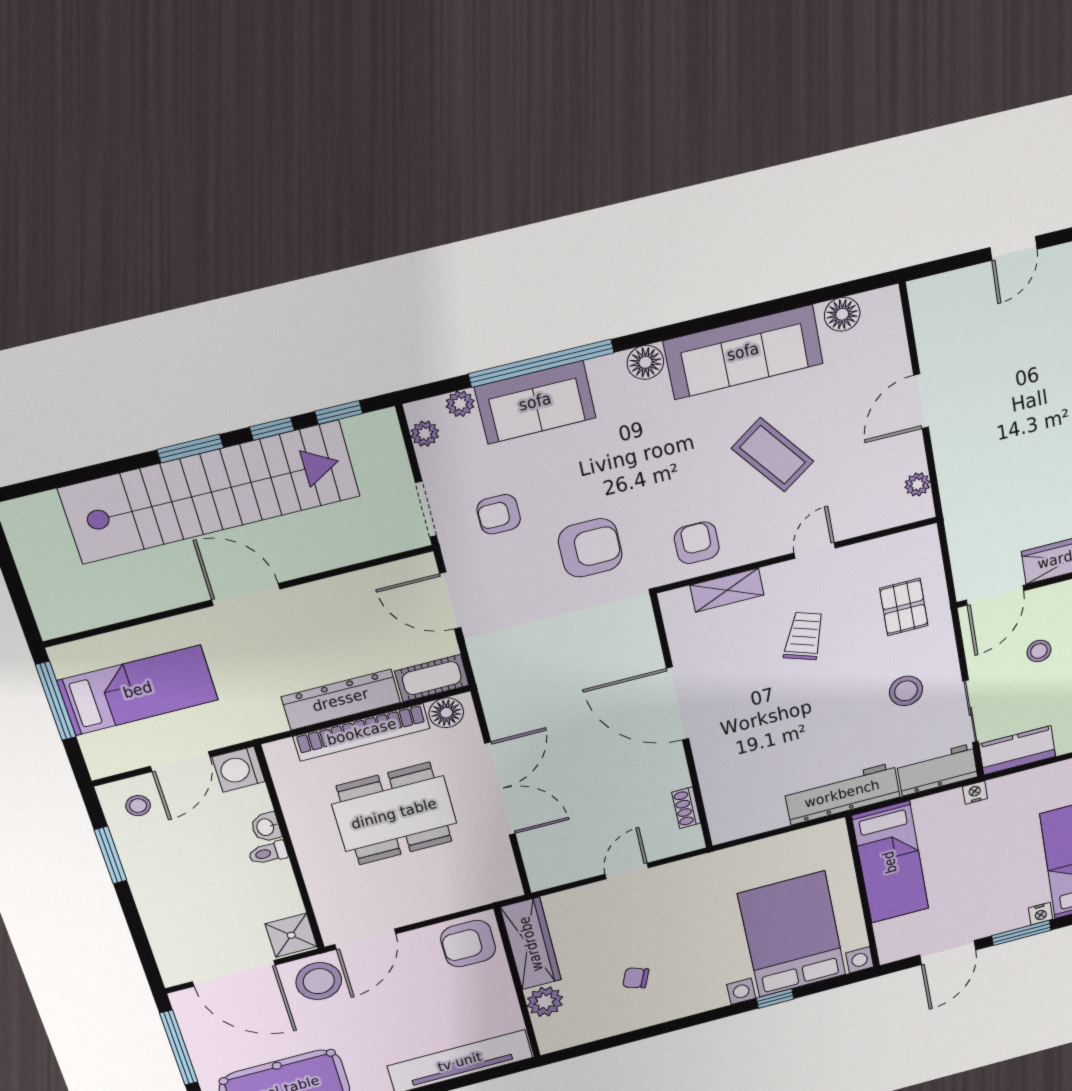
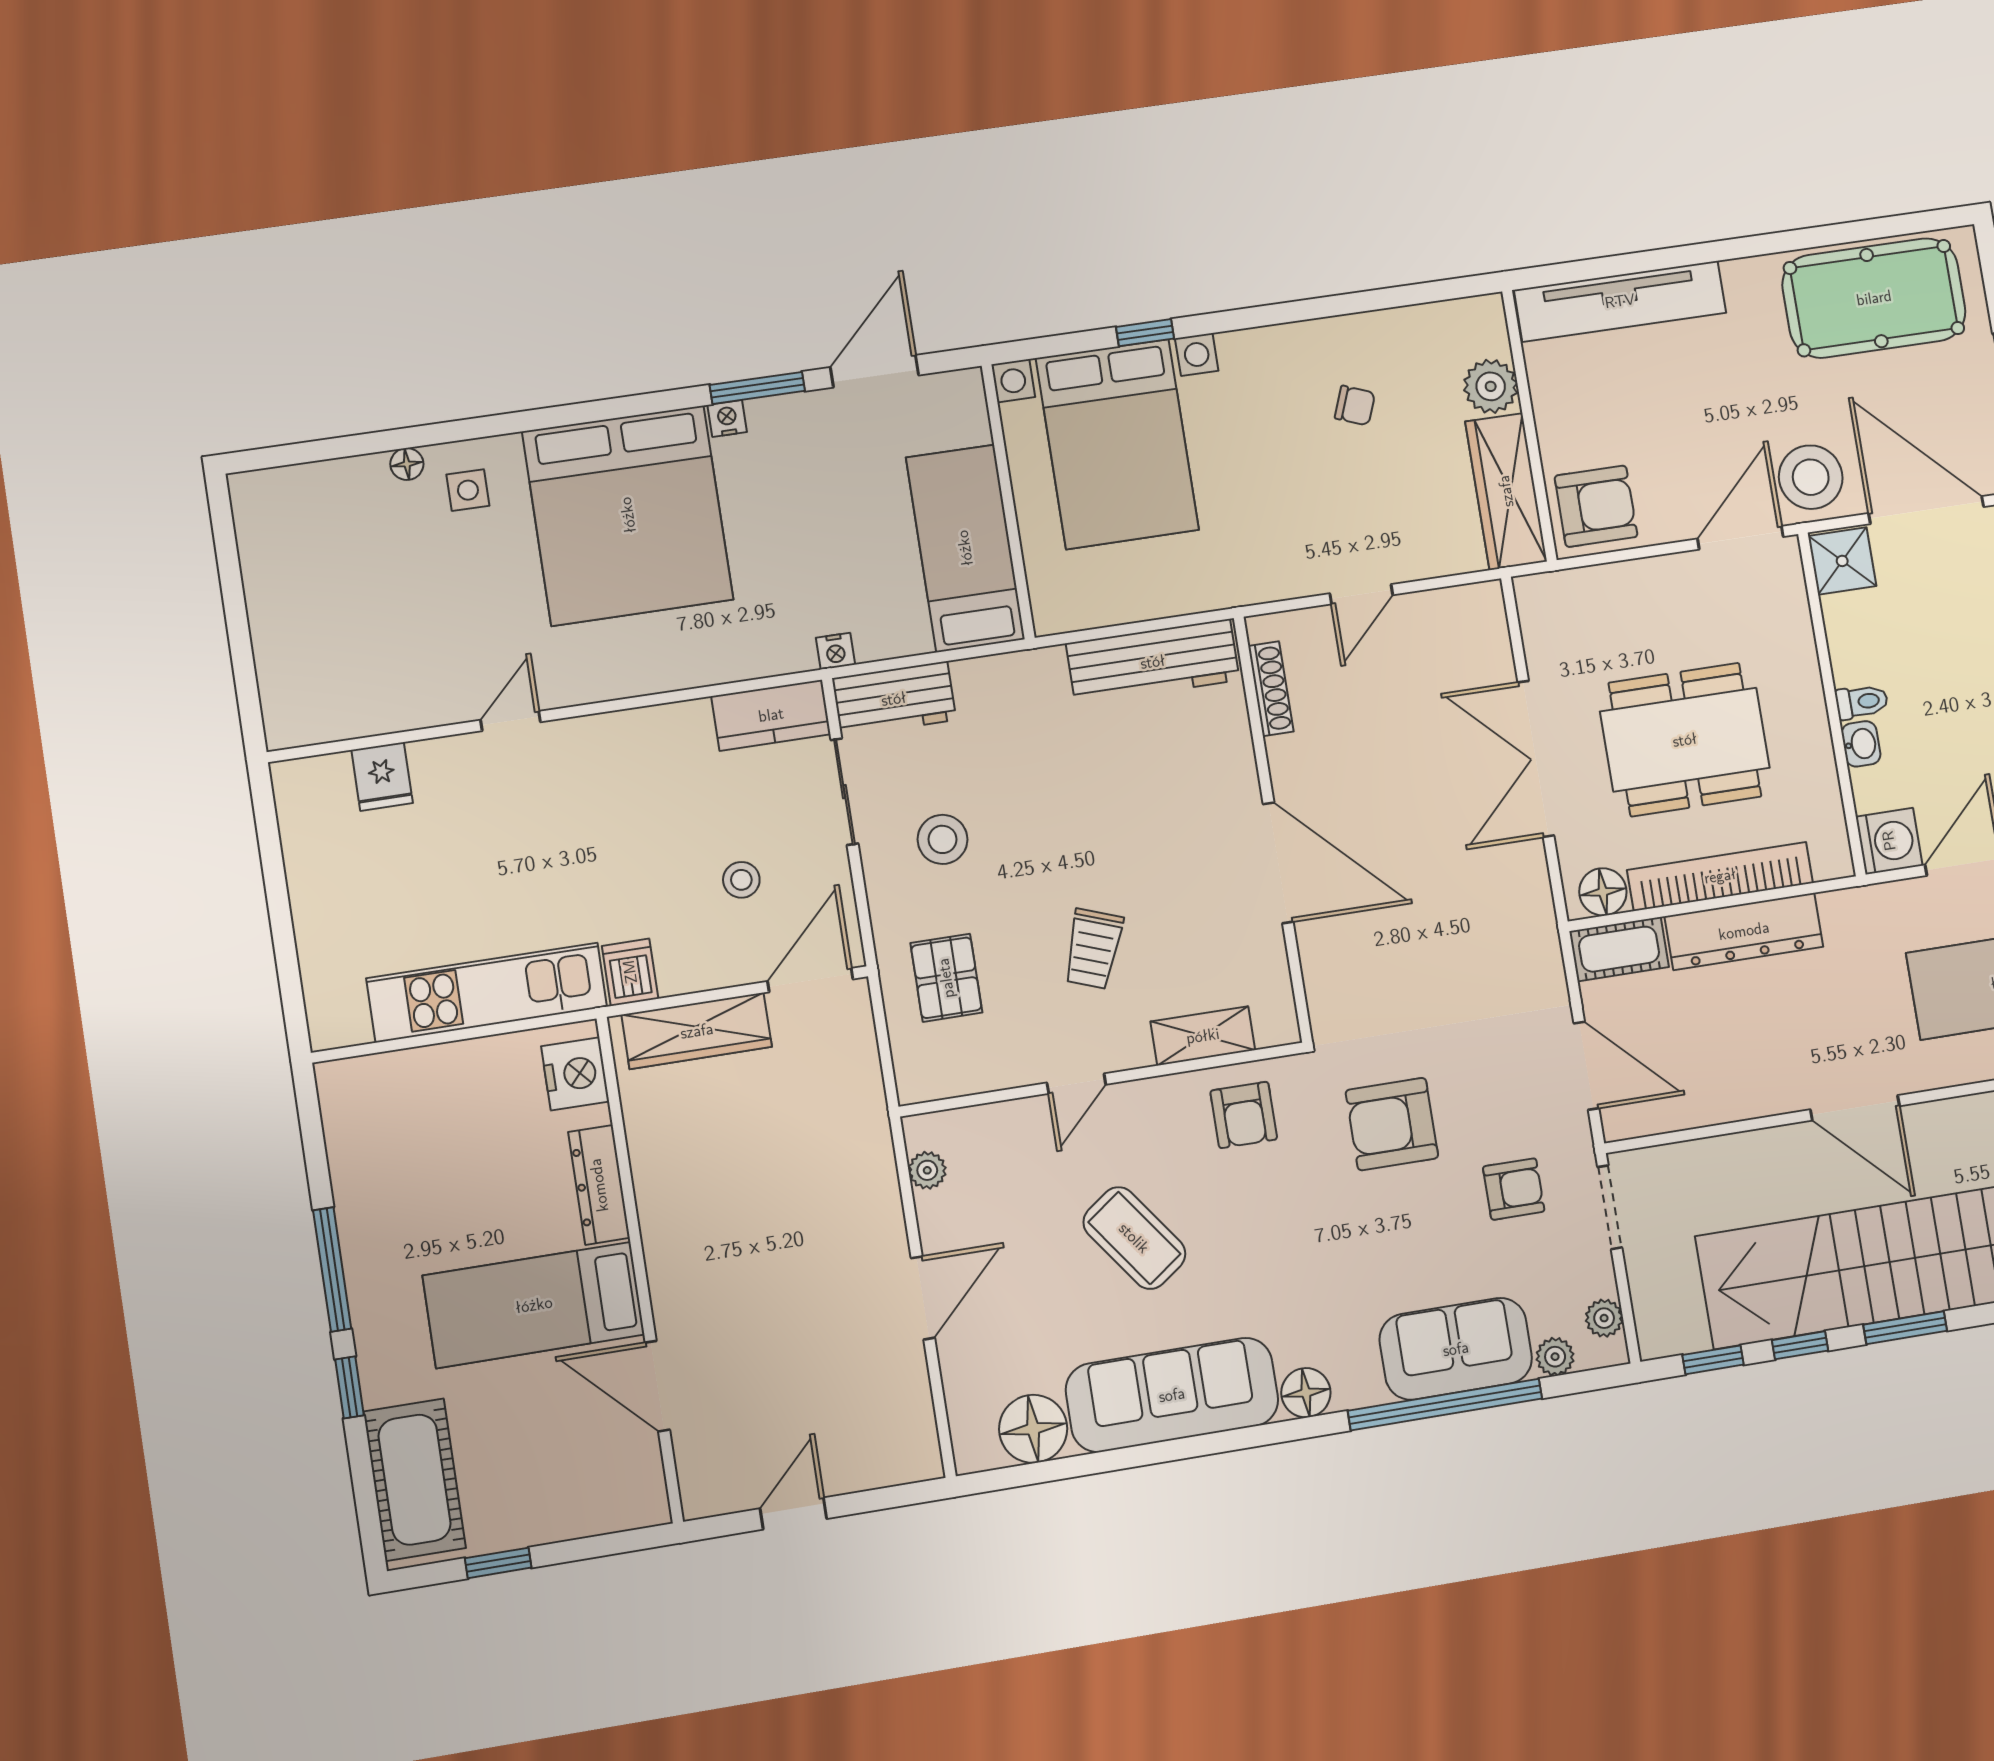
floor lamp: (842, 314) -> (1033, 1429), width x1.38, depth x1.38
workbench: (842, 794) -> (1153, 662), moved
shoe rack: (686, 808) -> (1271, 689), width x1.43

